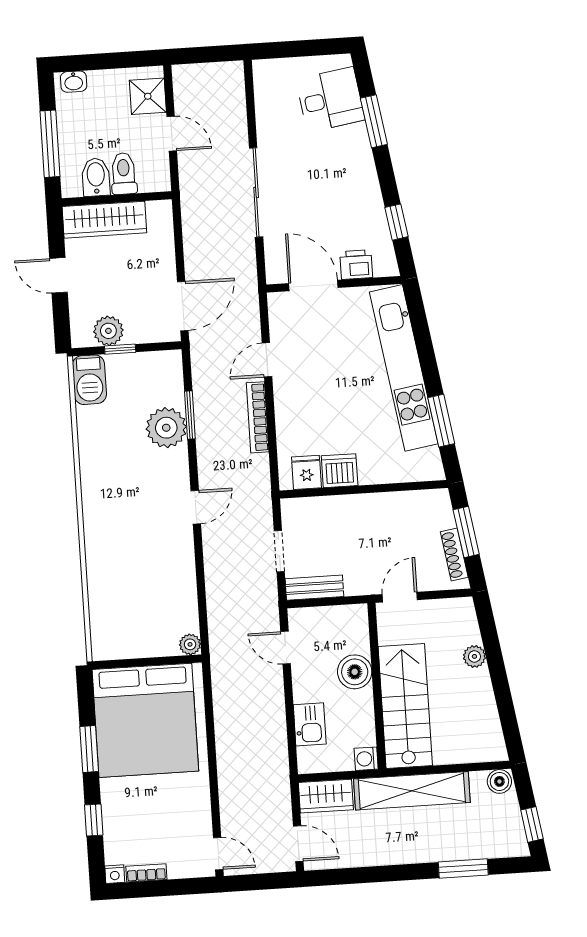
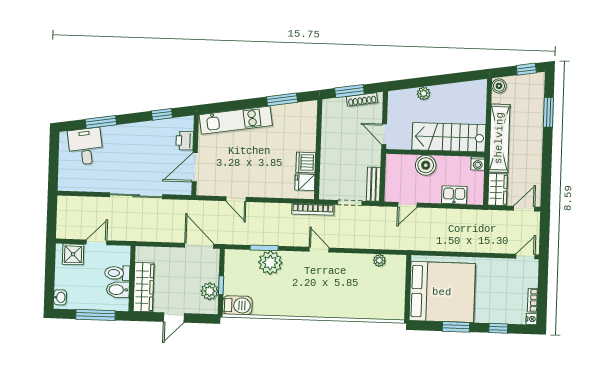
kitchen unit: (404, 368) -> (236, 120), width x0.73
bookcase: (258, 417) -> (313, 209), moved
plant: (190, 644) -> (379, 260), moved

